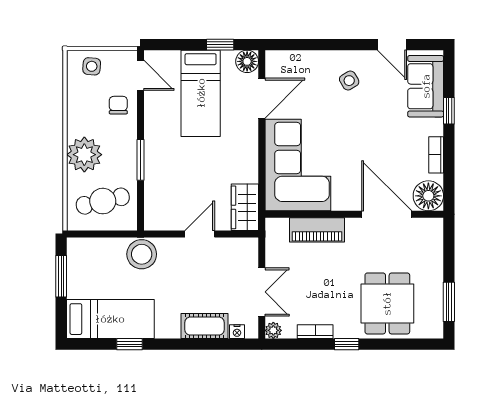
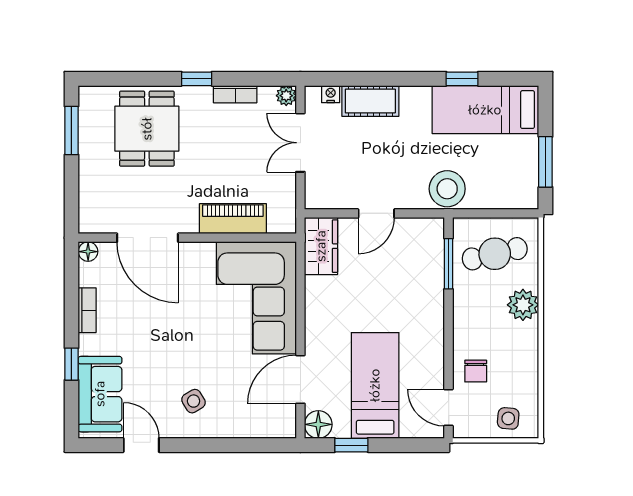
plant: (84, 155) -> (523, 305), width x0.73, depth x0.73
window: (141, 160) -> (449, 264), moved
floor lamp: (428, 196) -> (88, 252), width x0.53, depth x0.53

